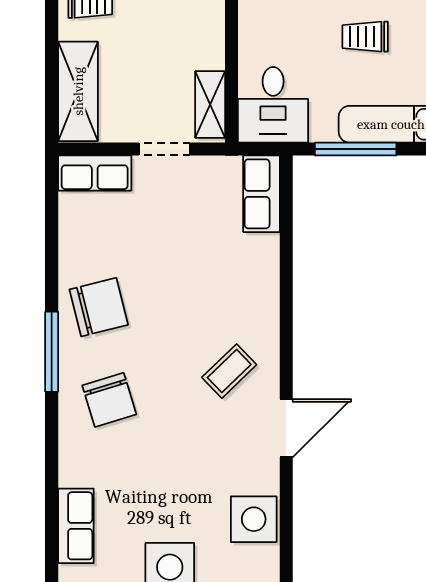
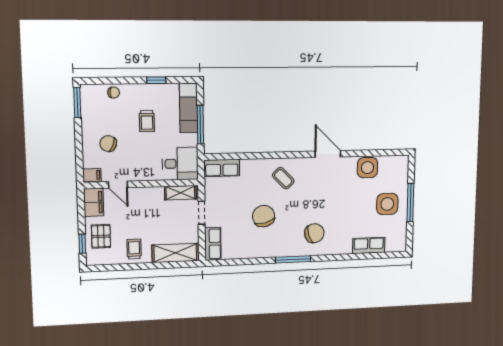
chair: (99, 307) -> (264, 216), moved
coffee table: (229, 371) -> (283, 178), moved

